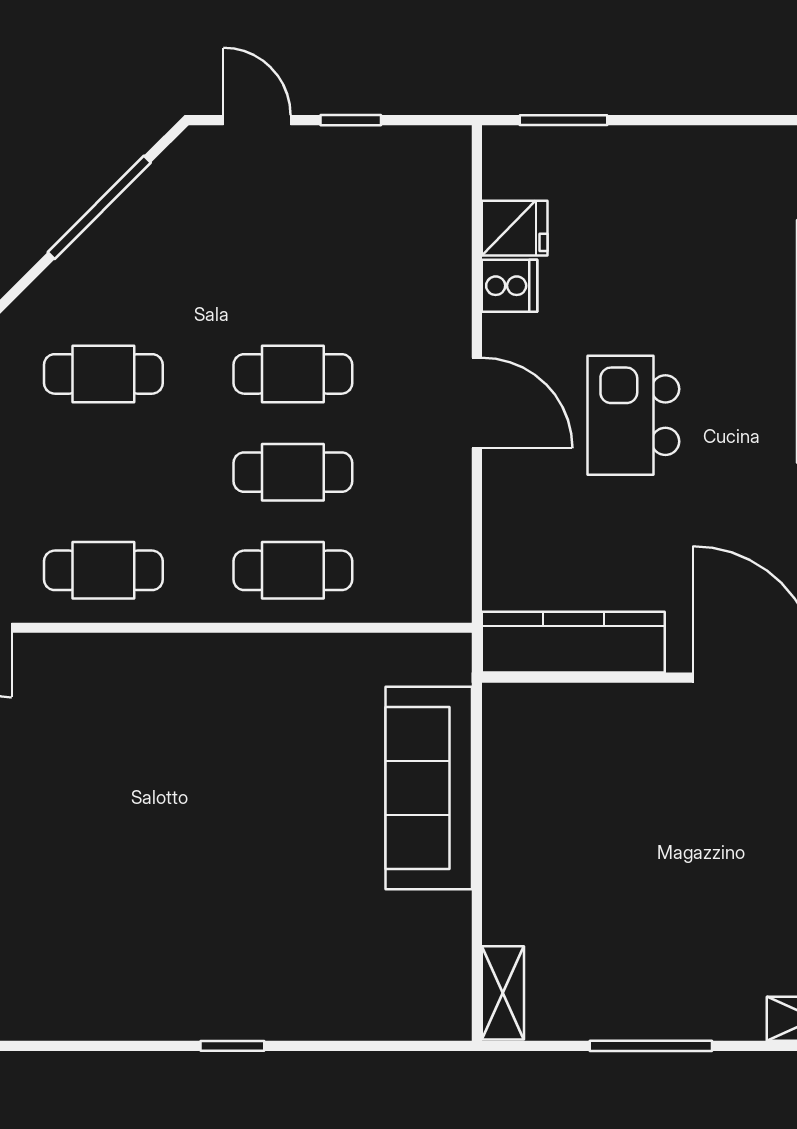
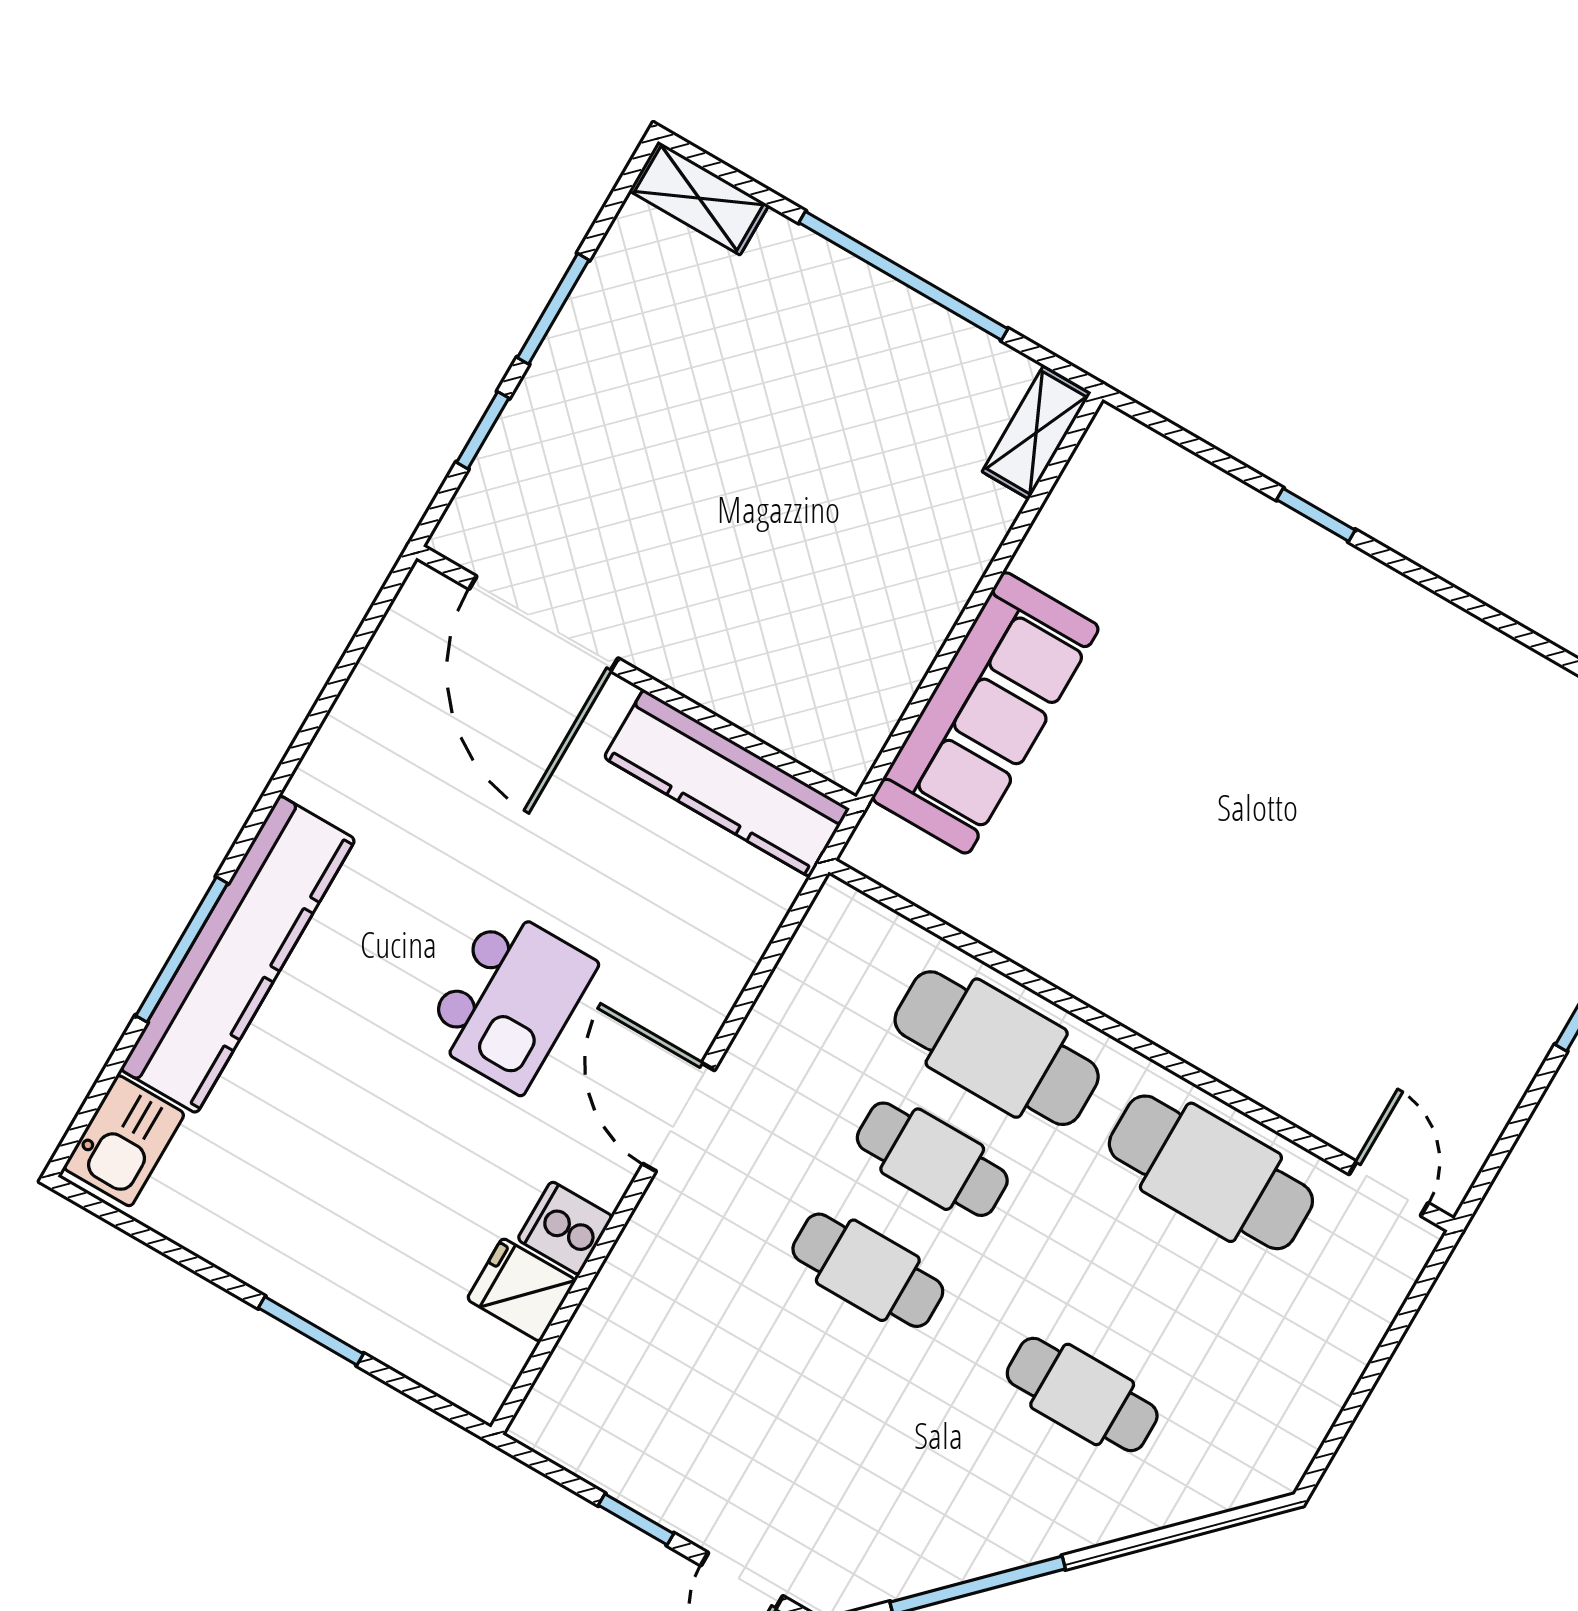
window: (564, 120) -> (311, 1331), moved
cafe table: (103, 570) -> (1211, 1172), width x1.37, depth x1.35
cafe table: (293, 570) -> (997, 1048), width x1.37, depth x1.35
window: (232, 1046) -> (1316, 515), moved
window: (651, 1046) -> (903, 276), width x1.46

